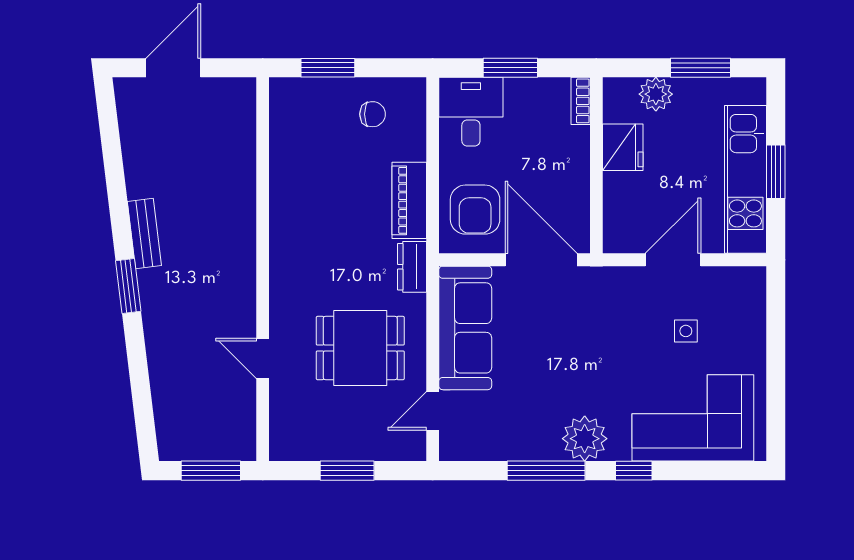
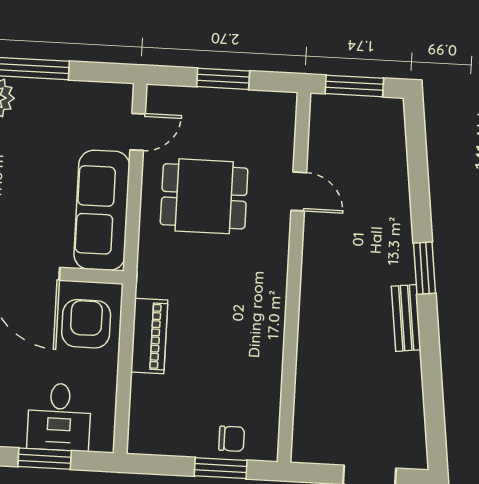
desk: (471, 112) -> (59, 417), moved
chair: (373, 114) -> (232, 439), moved, turned 180
dresser: (412, 267) -> (150, 272), removed

